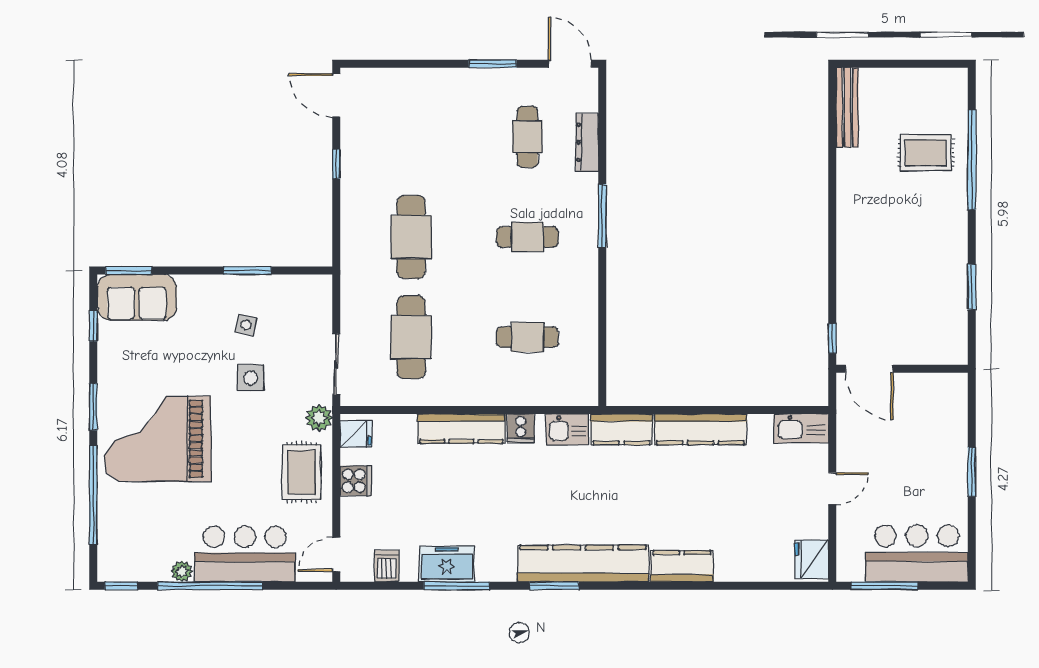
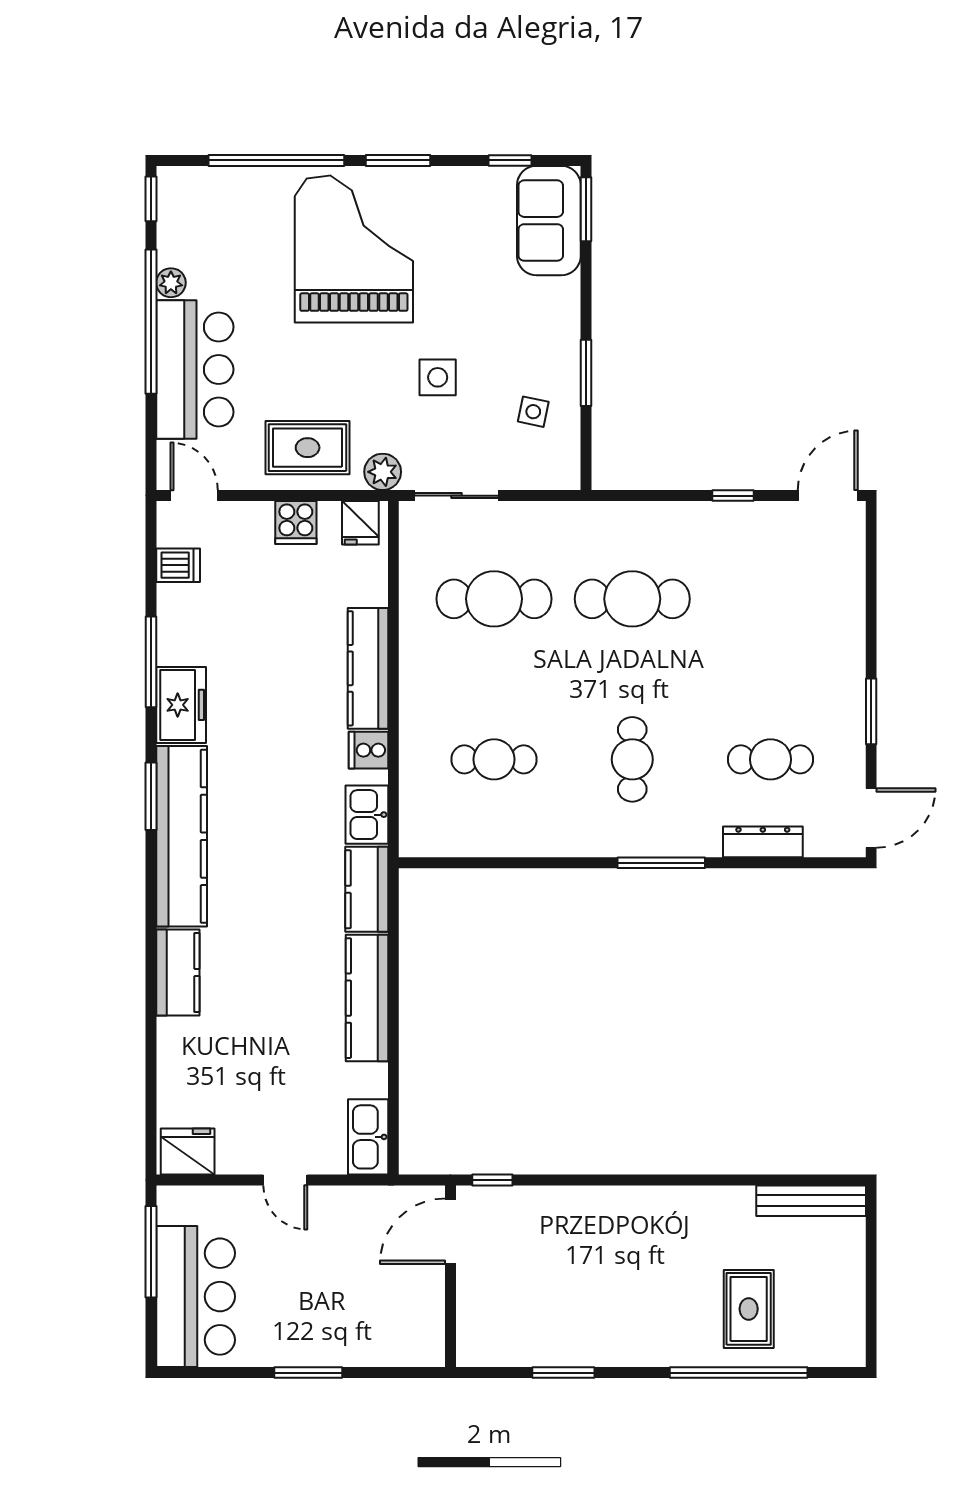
side table: (246, 325) -> (533, 412), moved
cafe table: (527, 337) -> (494, 759), turned 90
freezer: (447, 564) -> (181, 705), moved

